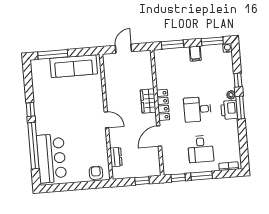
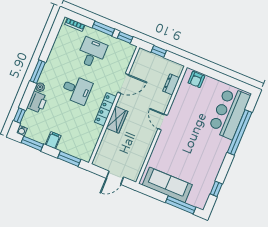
window: (238, 80) -> (20, 116), moved
window: (30, 109) -> (216, 189), moved
printer: (229, 110) -> (37, 102), moved

